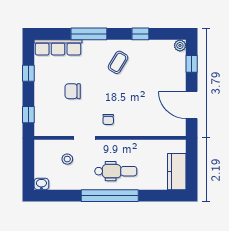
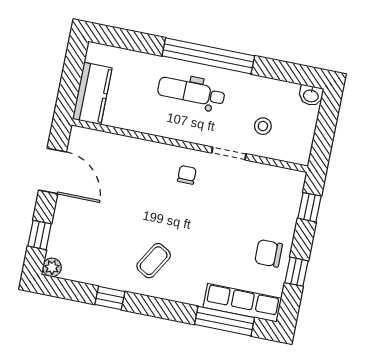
window: (89, 34) -> (225, 321), moved
chair: (73, 91) -> (269, 253), moved, turned 180
kitchen counter: (177, 172) -> (92, 93), moved

